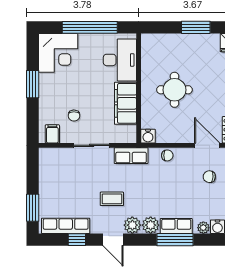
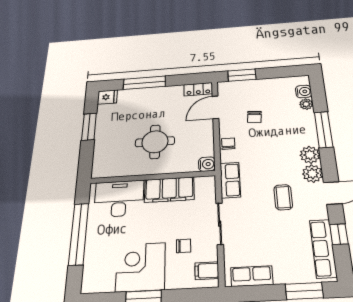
corner desk: (58, 53) -> (141, 267), moved, turned -90
chair: (209, 177) -> (254, 117), moved
row of seats: (176, 226) -> (252, 276), moved, turned 90

